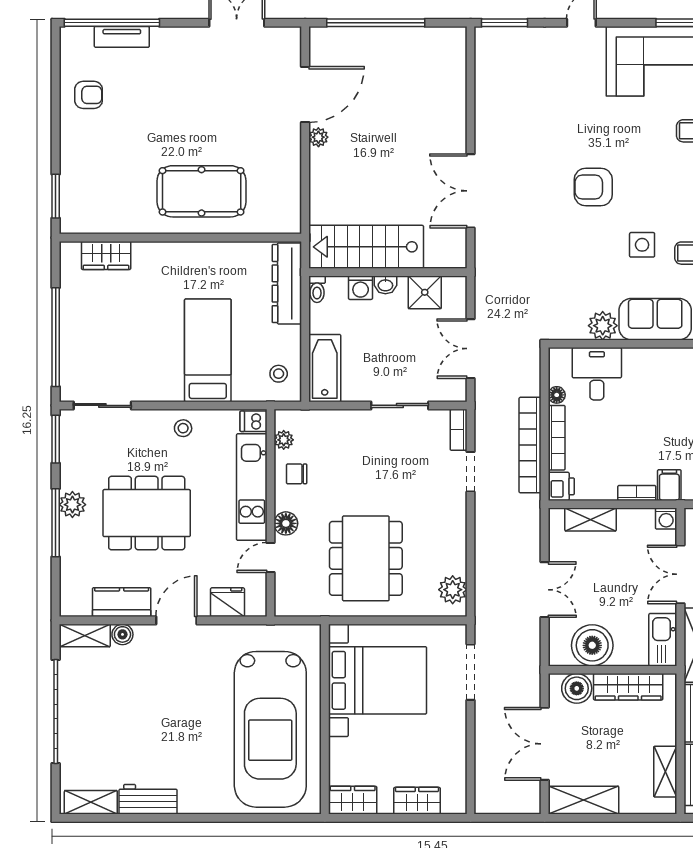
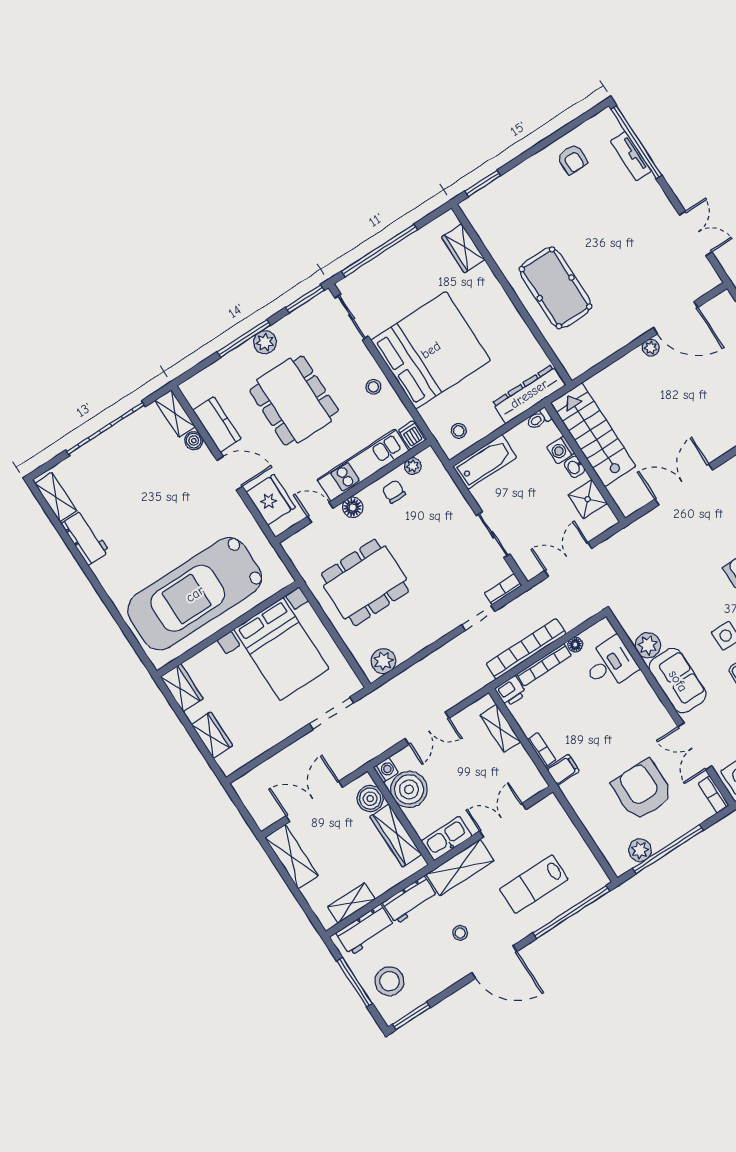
bed: (208, 350) -> (431, 350), width x2.04
washing machine: (666, 519) -> (386, 770), moved, turned 180
fridge: (227, 602) -> (271, 500), width x1.36, depth x1.34

